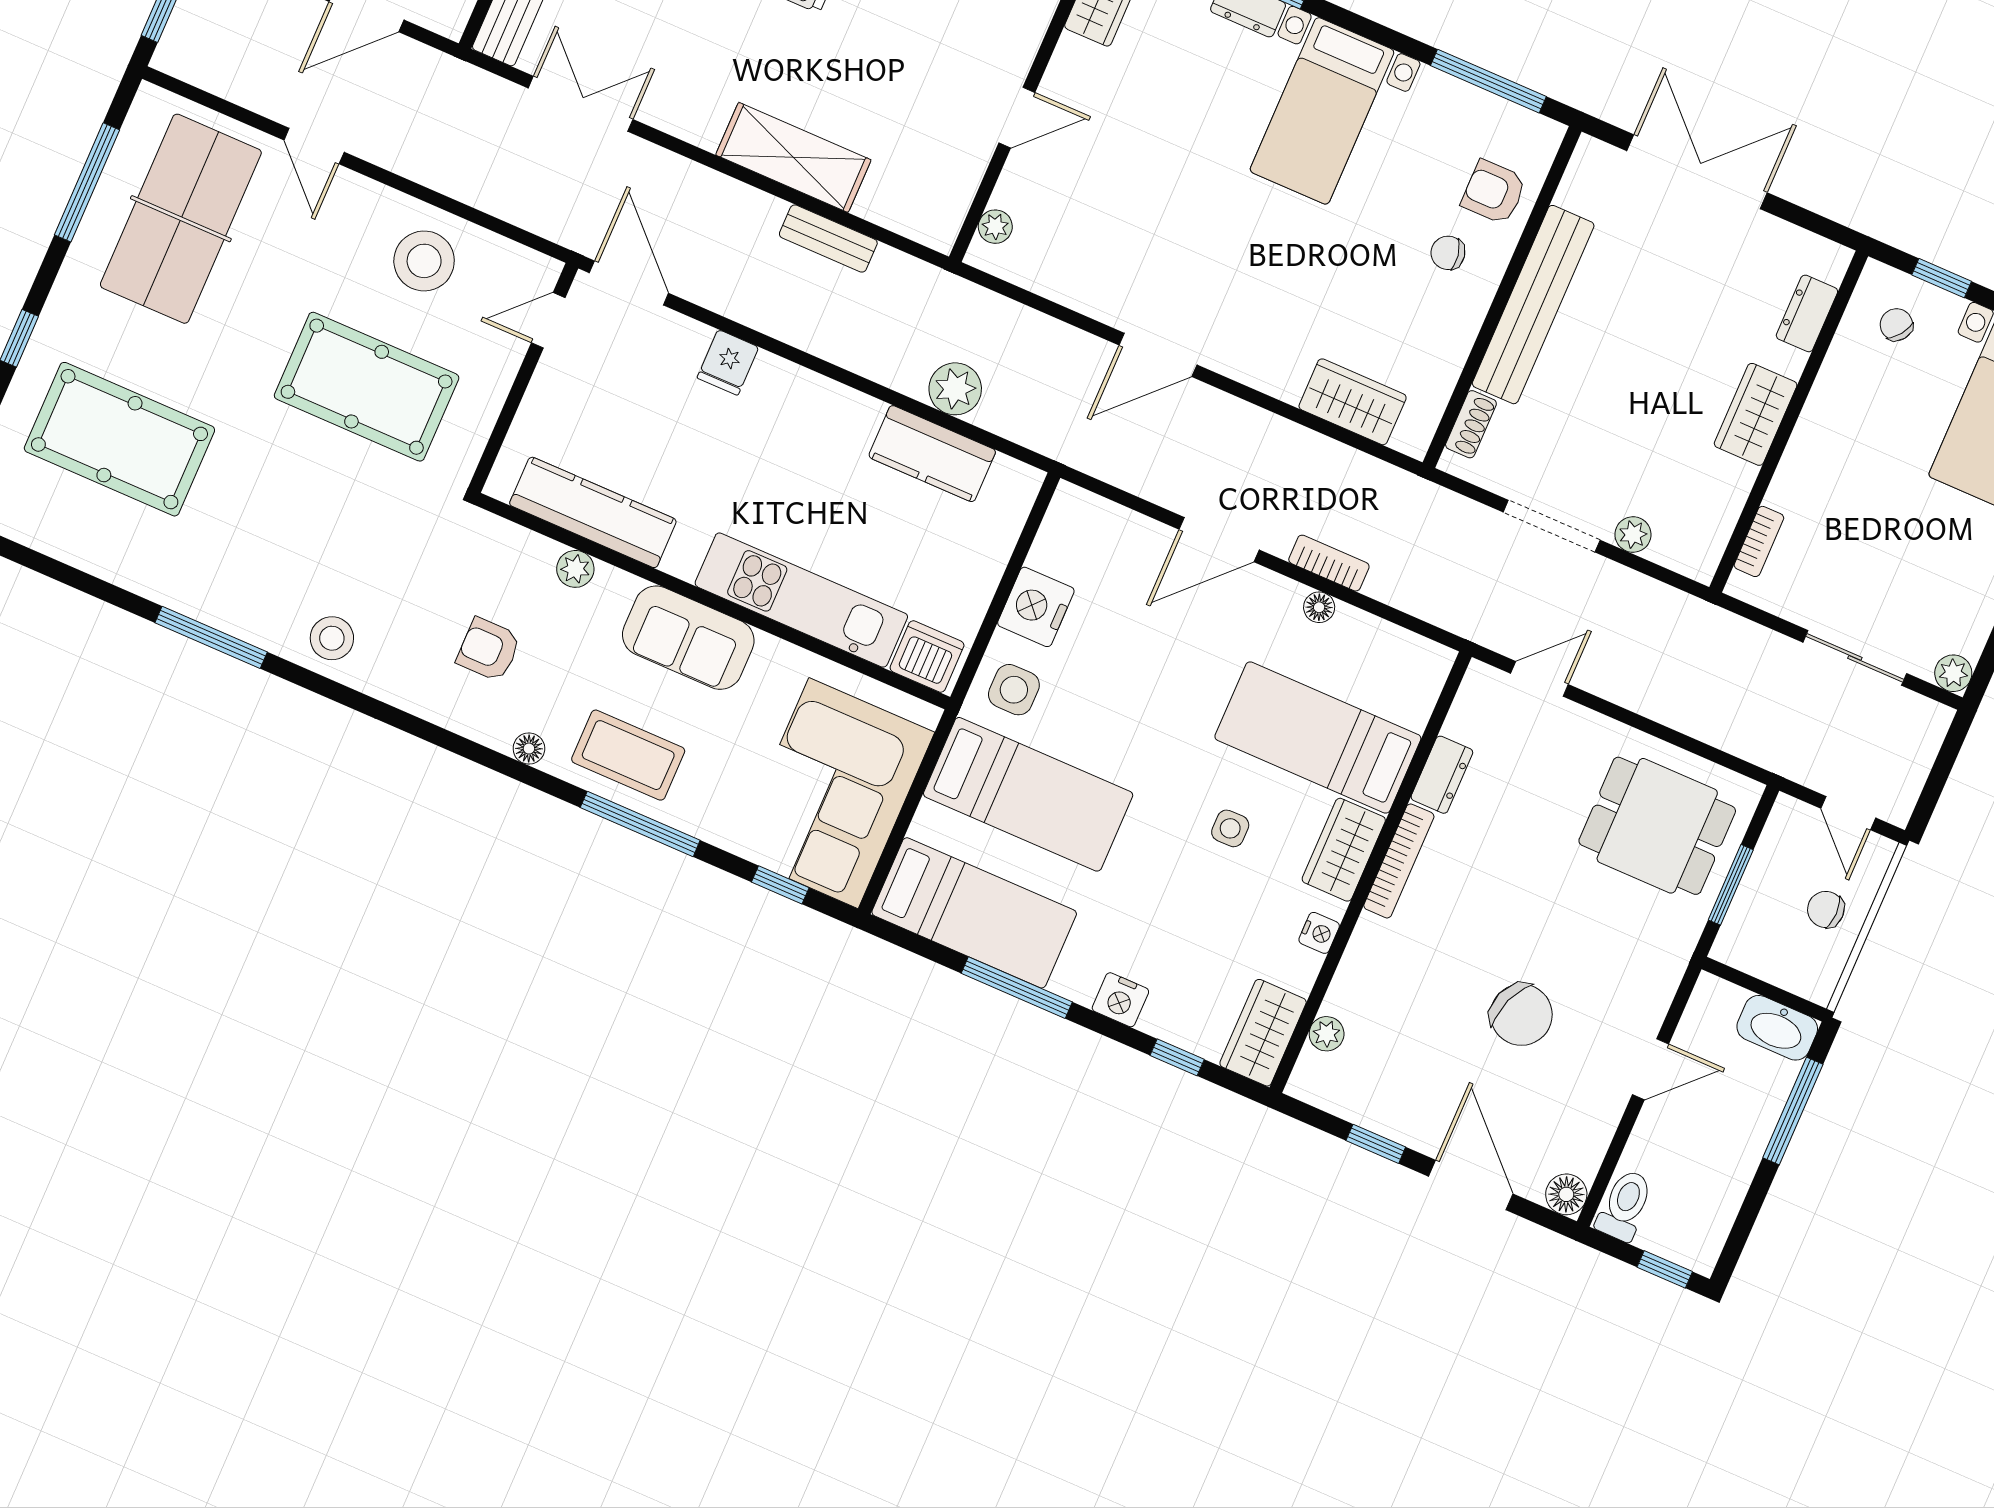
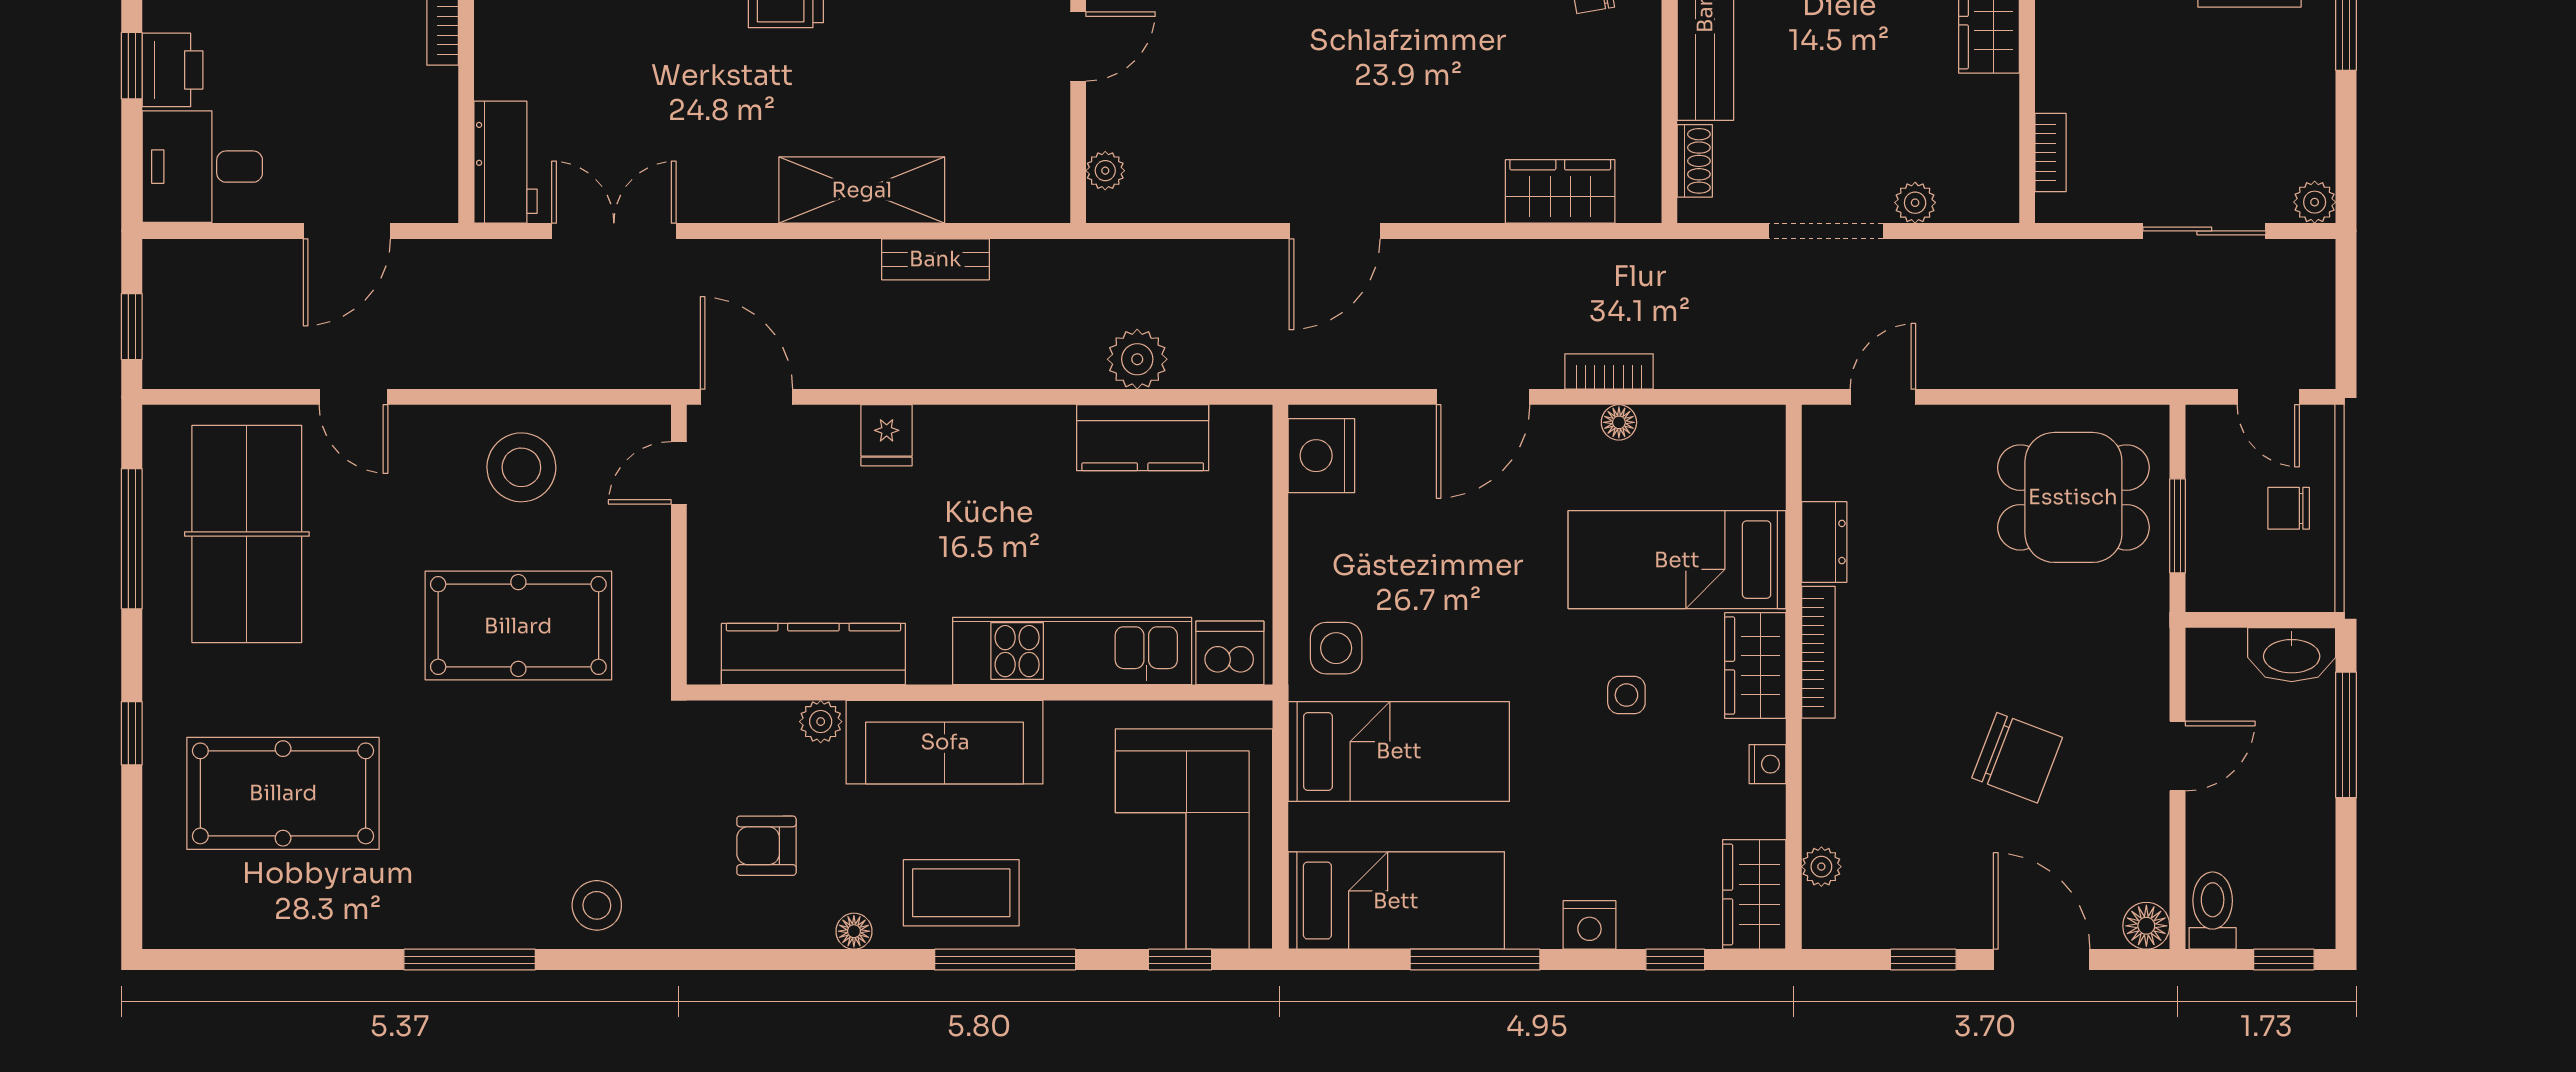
nightstand: (1036, 607) -> (1321, 456), moved
sofa: (688, 638) -> (945, 742), width x1.36

